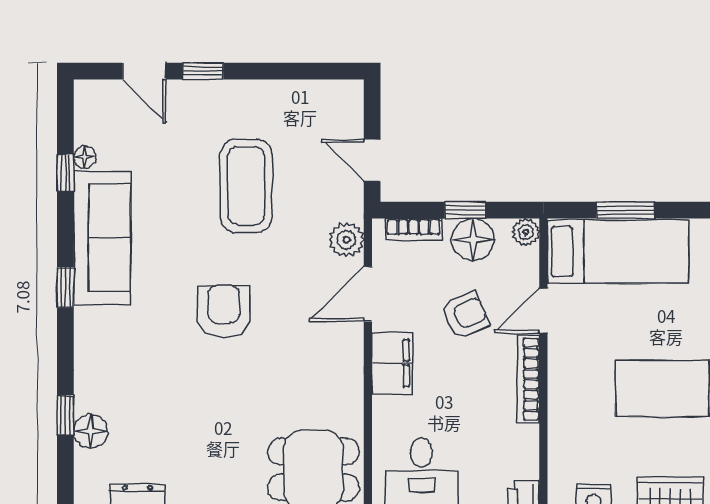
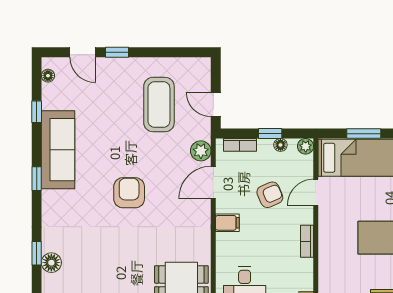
floor lamp: (85, 157) -> (48, 76), moved
coffee table: (246, 186) -> (159, 105), moved
floor lamp: (473, 240) -> (280, 145), width x0.53, depth x0.53
filing cabinet: (392, 363) -> (227, 223), width x0.50
bookcase: (528, 379) -> (307, 241), width x0.64

